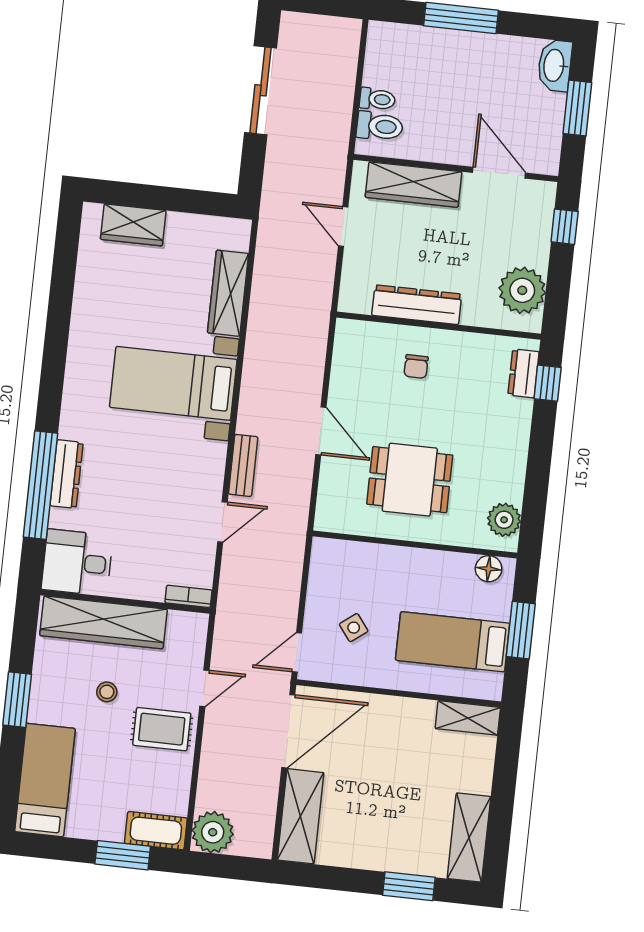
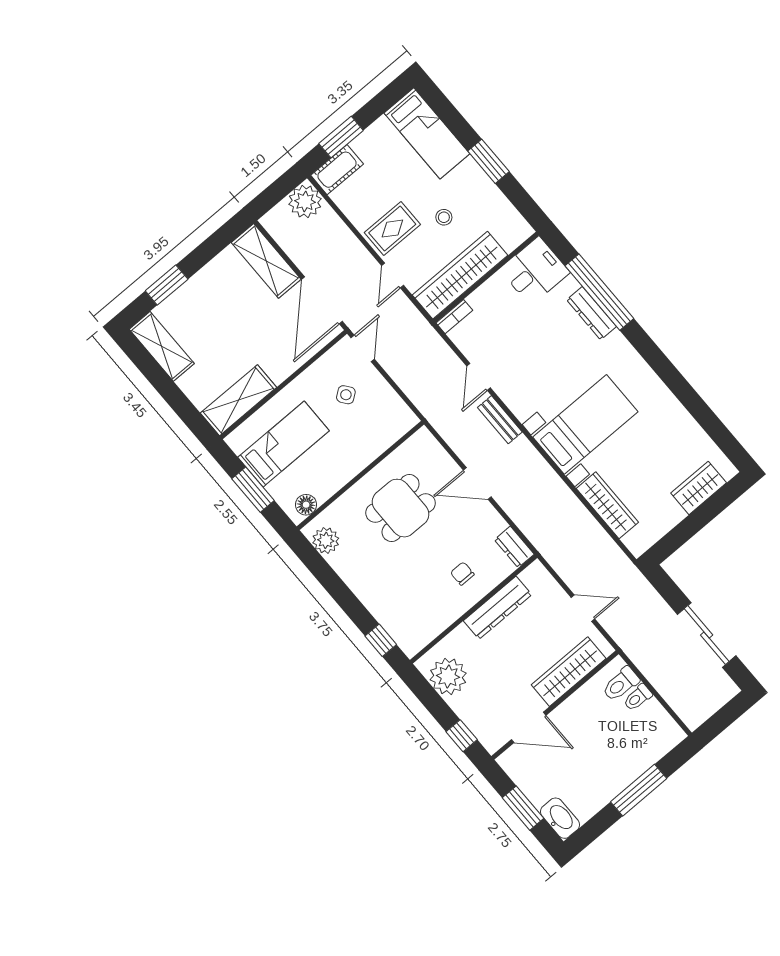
dresser: (524, 373) -> (514, 547), moved, turned 180
wardrobe: (103, 622) -> (460, 275), moved
shelving: (468, 718) -> (238, 400), width x1.50, depth x1.33

